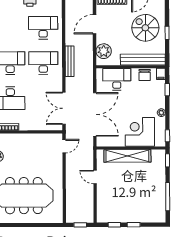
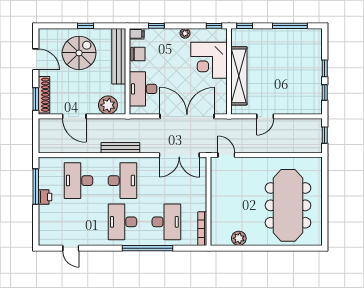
spiral stairs: (145, 28) -> (79, 53), turned 180
desk: (43, 63) -> (122, 181), turned 180

